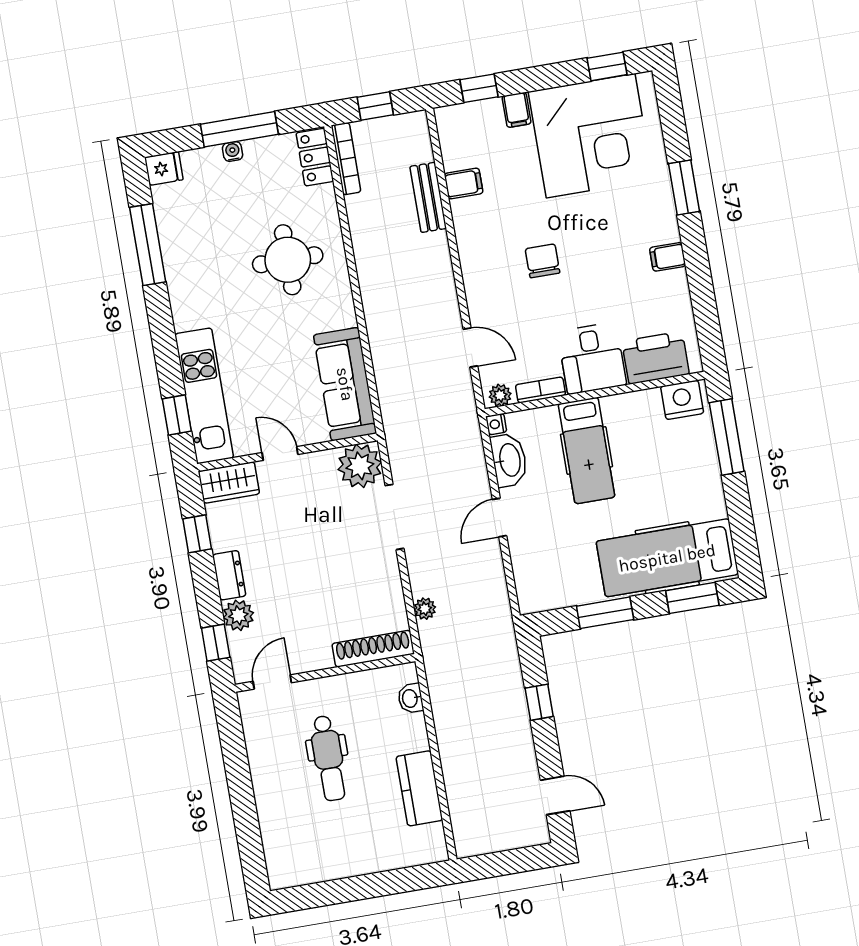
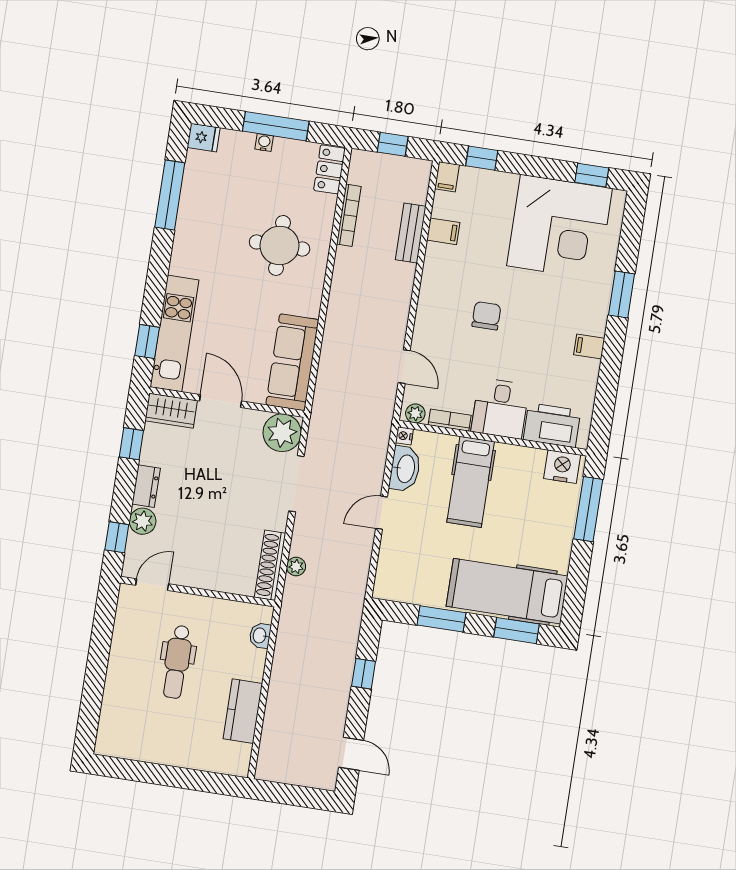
filing cabinet: (517, 110) -> (447, 177), moved
bookcase: (346, 159) -> (349, 215), moved
door: (280, 454) -> (221, 401), width x1.37
shoe rack: (373, 649) -> (270, 565), moved, turned -90

